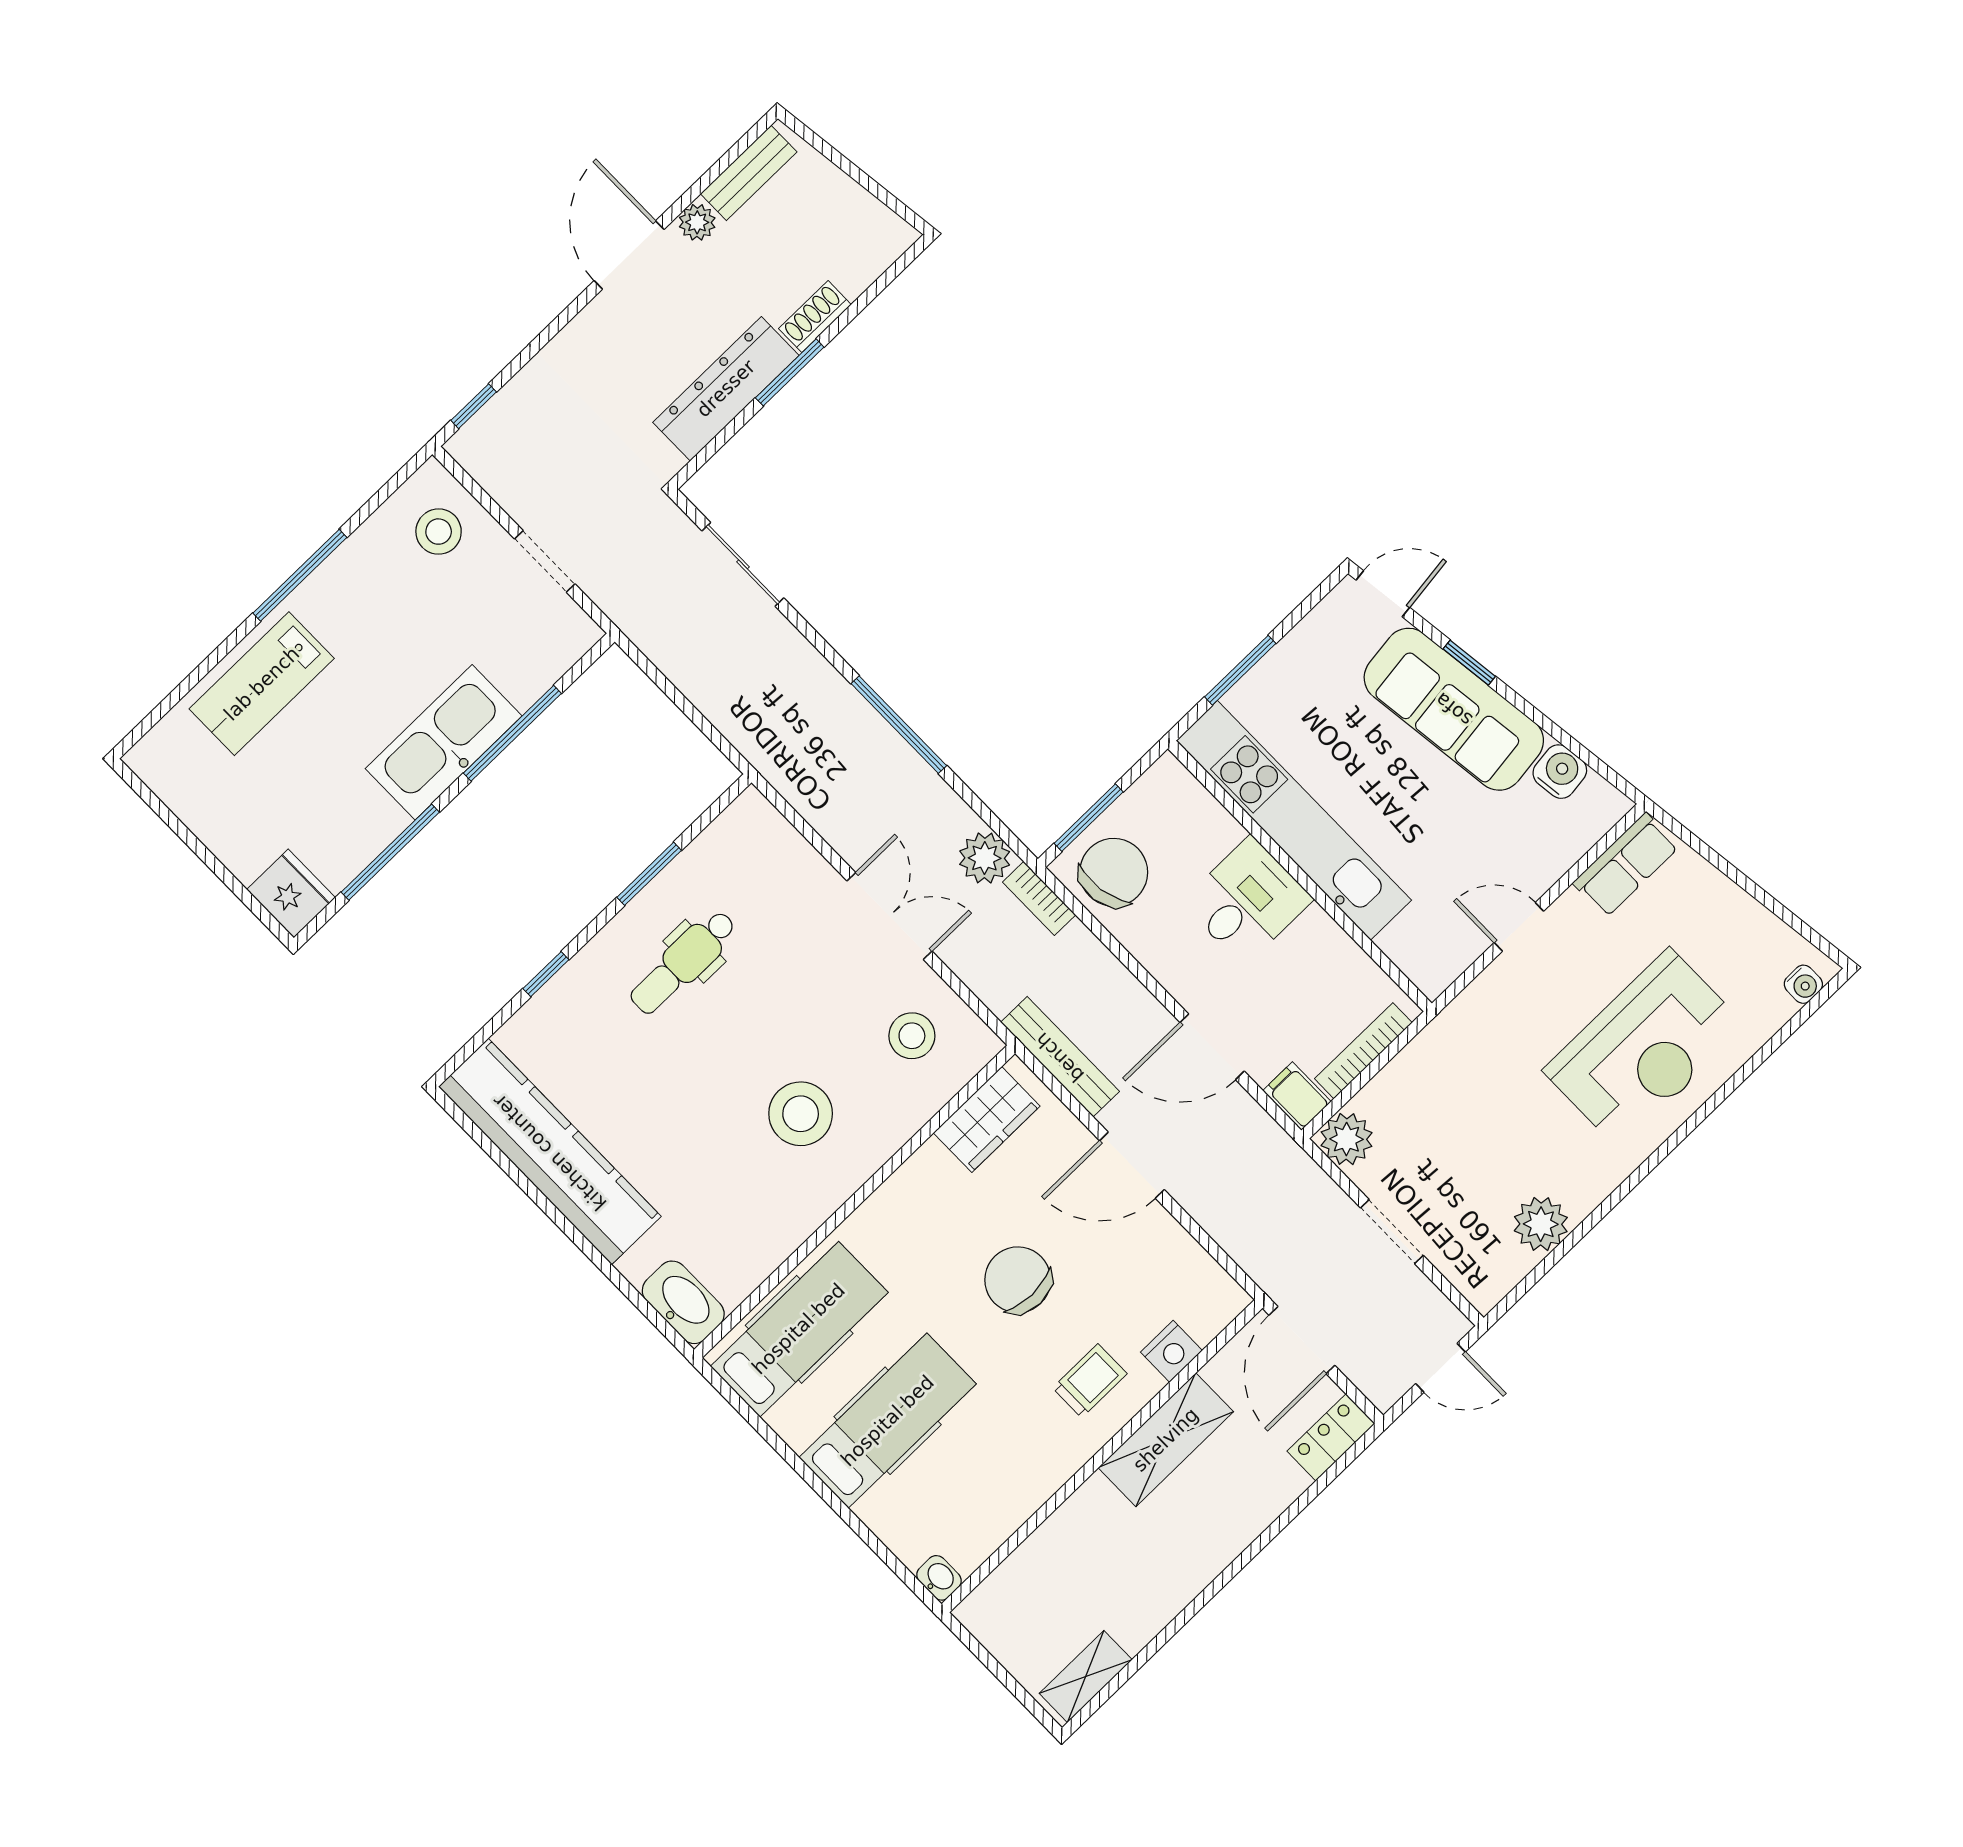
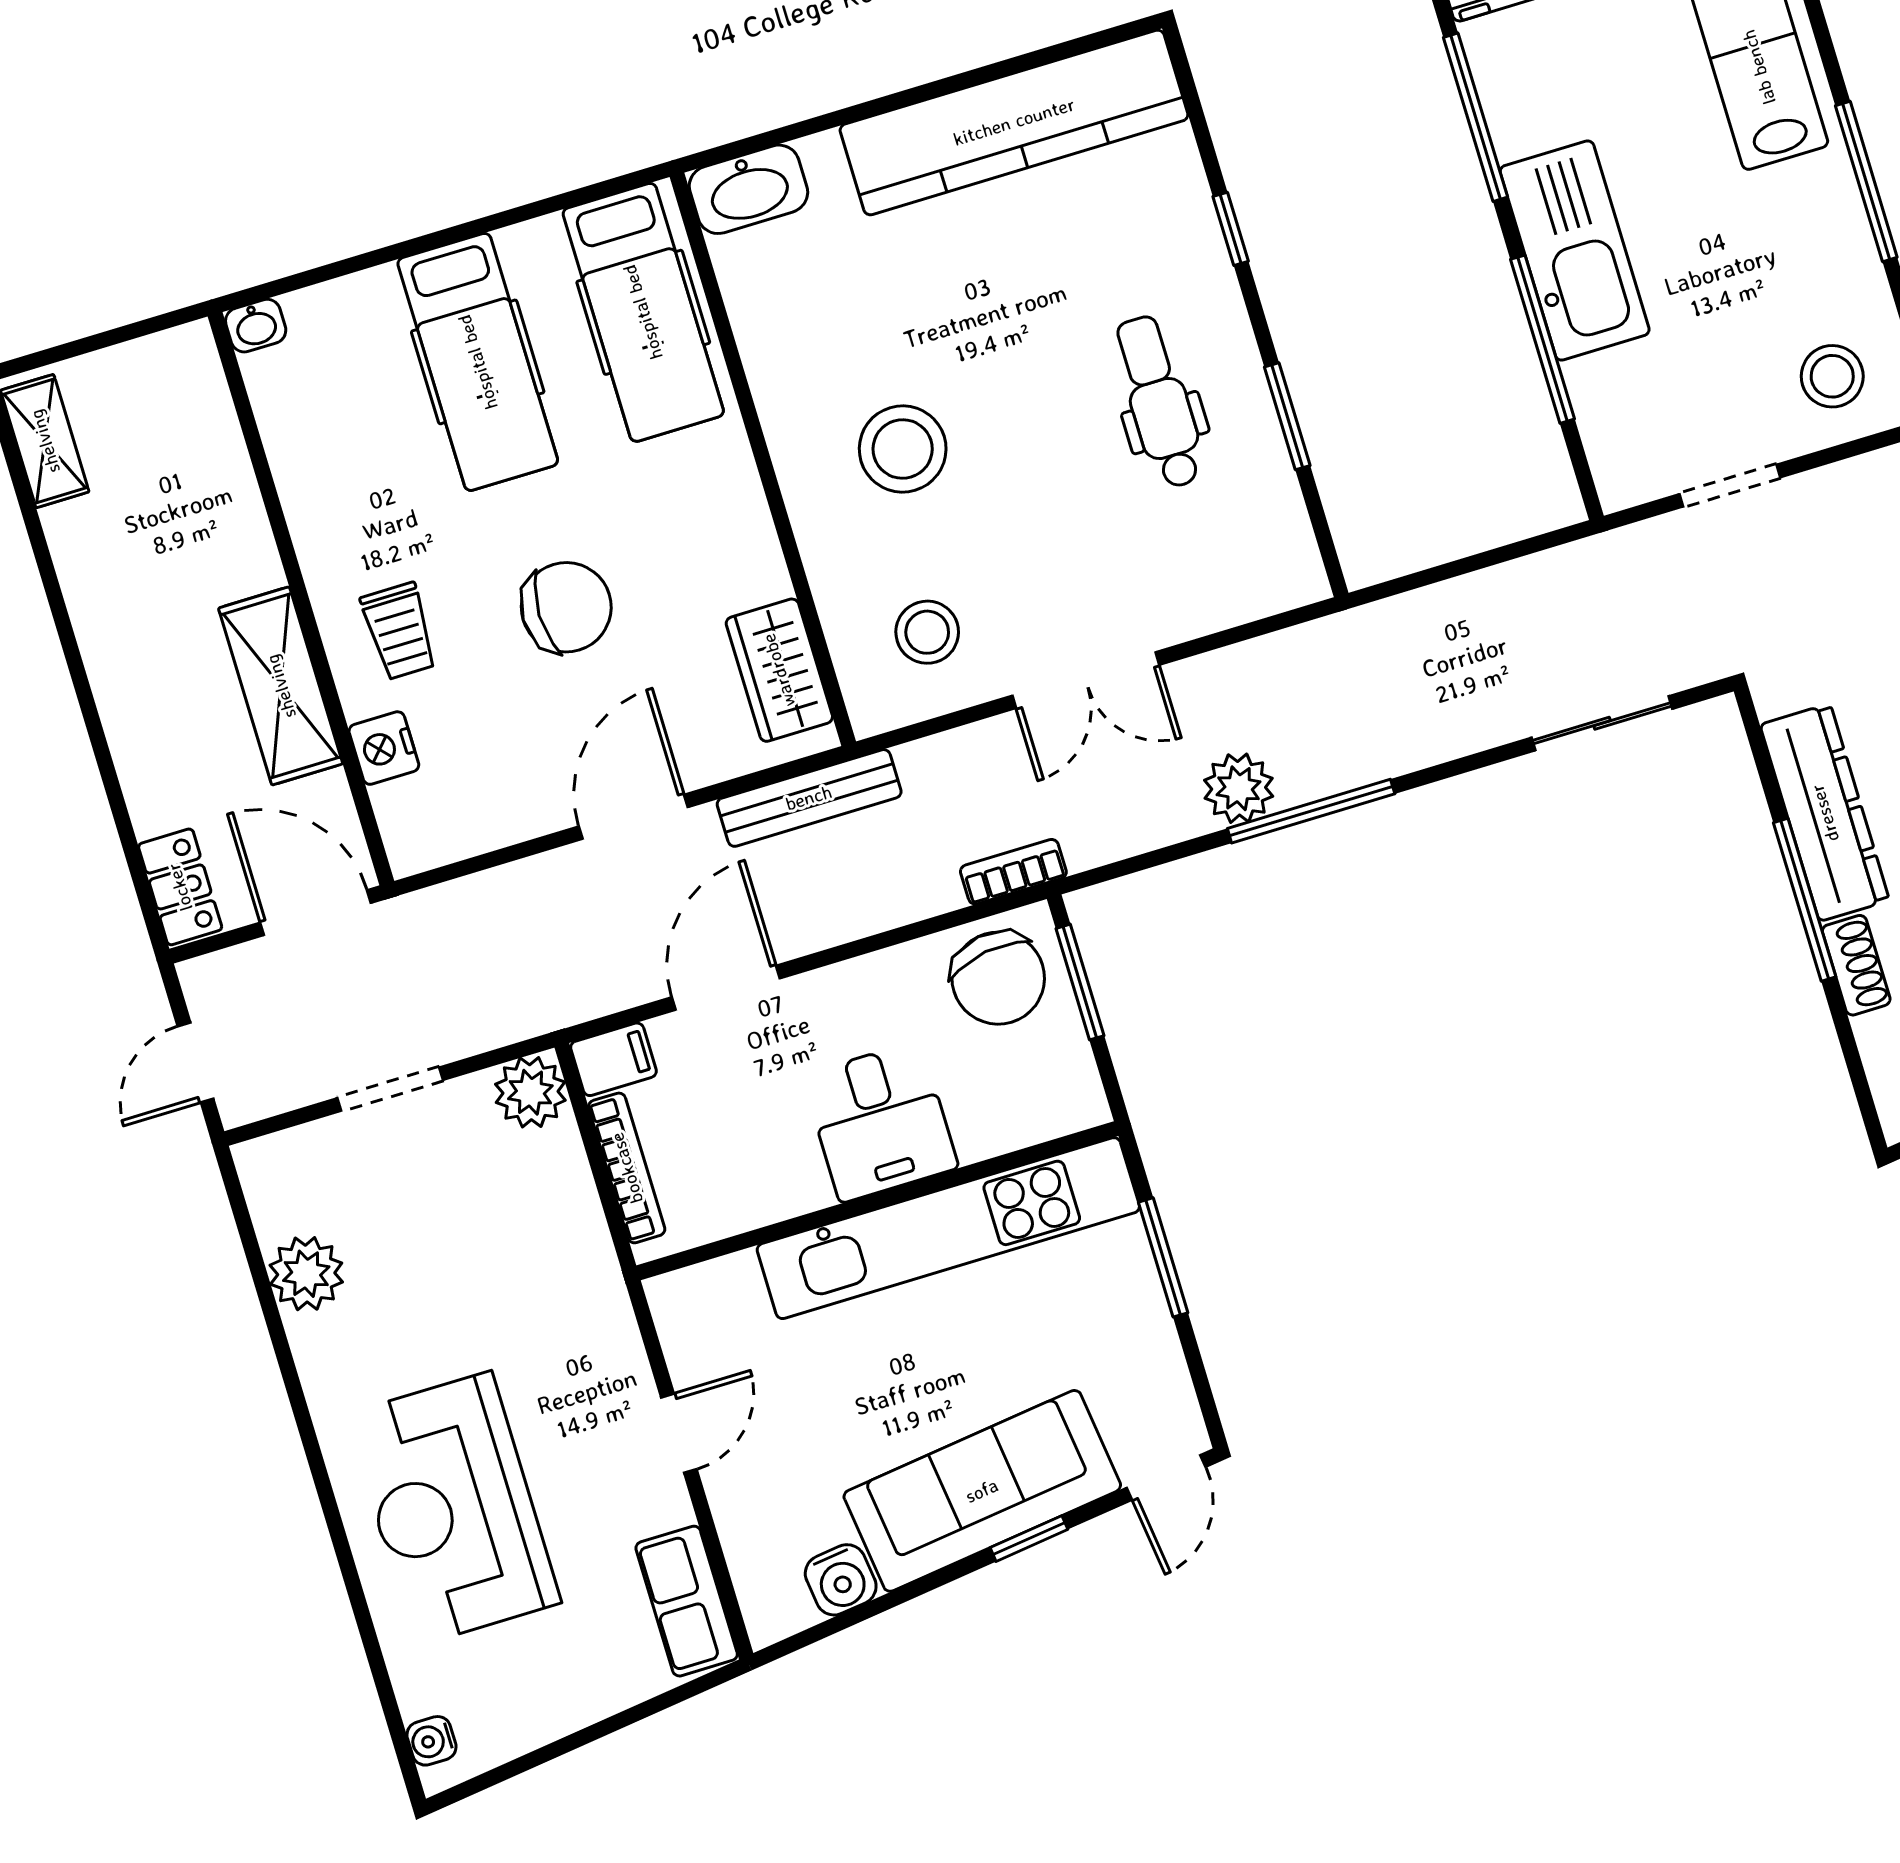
window: (790, 372) -> (1805, 900), width x1.44
plant: (985, 858) -> (1239, 788), moved

